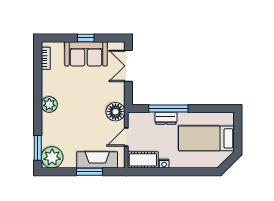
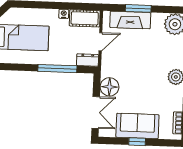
floor lamp: (115, 112) -> (110, 87), moved
dresser: (166, 118) -> (88, 60), moved

